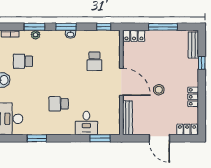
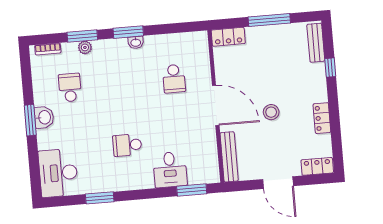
window: (104, 27) -> (183, 27), removed
school desk: (23, 61) -> (70, 88), turned 90

